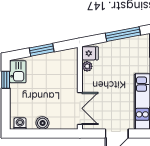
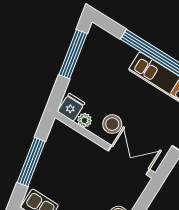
window: (42, 50) -> (31, 162), width x1.44
stool: (95, 85) -> (112, 124), added

